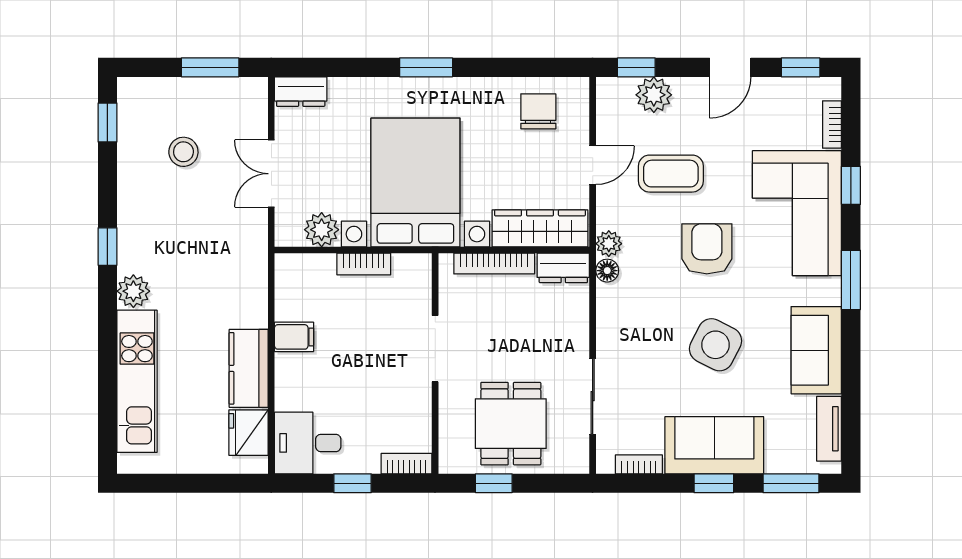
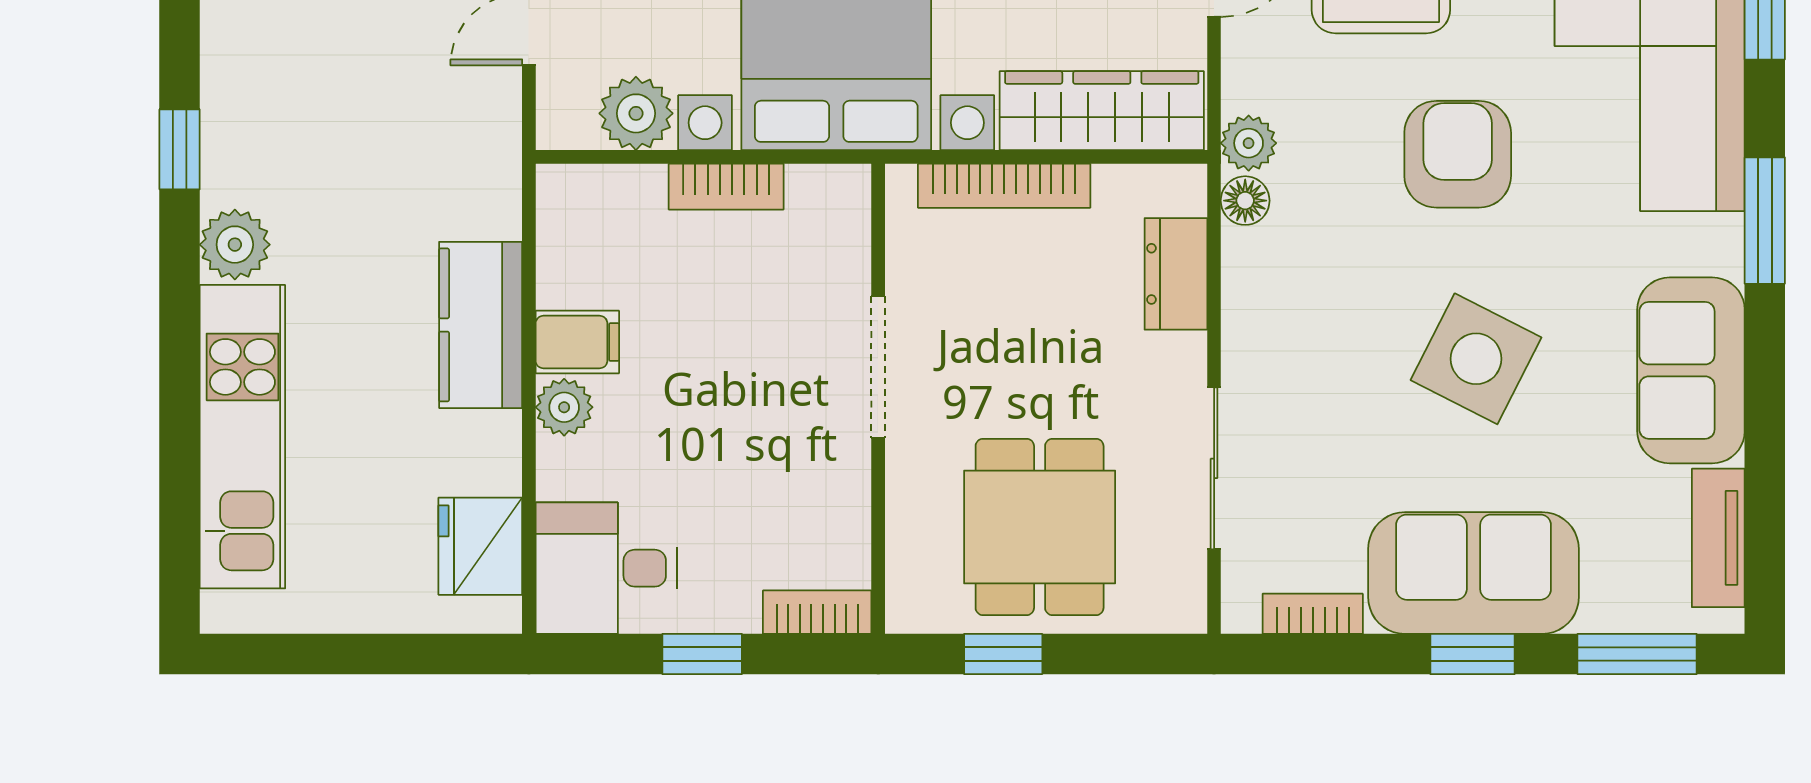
dresser: (563, 268) -> (1176, 274), moved, turned 90
plant: (288, 367) -> (564, 407), added
kitchen counter: (249, 368) -> (481, 325), moved

